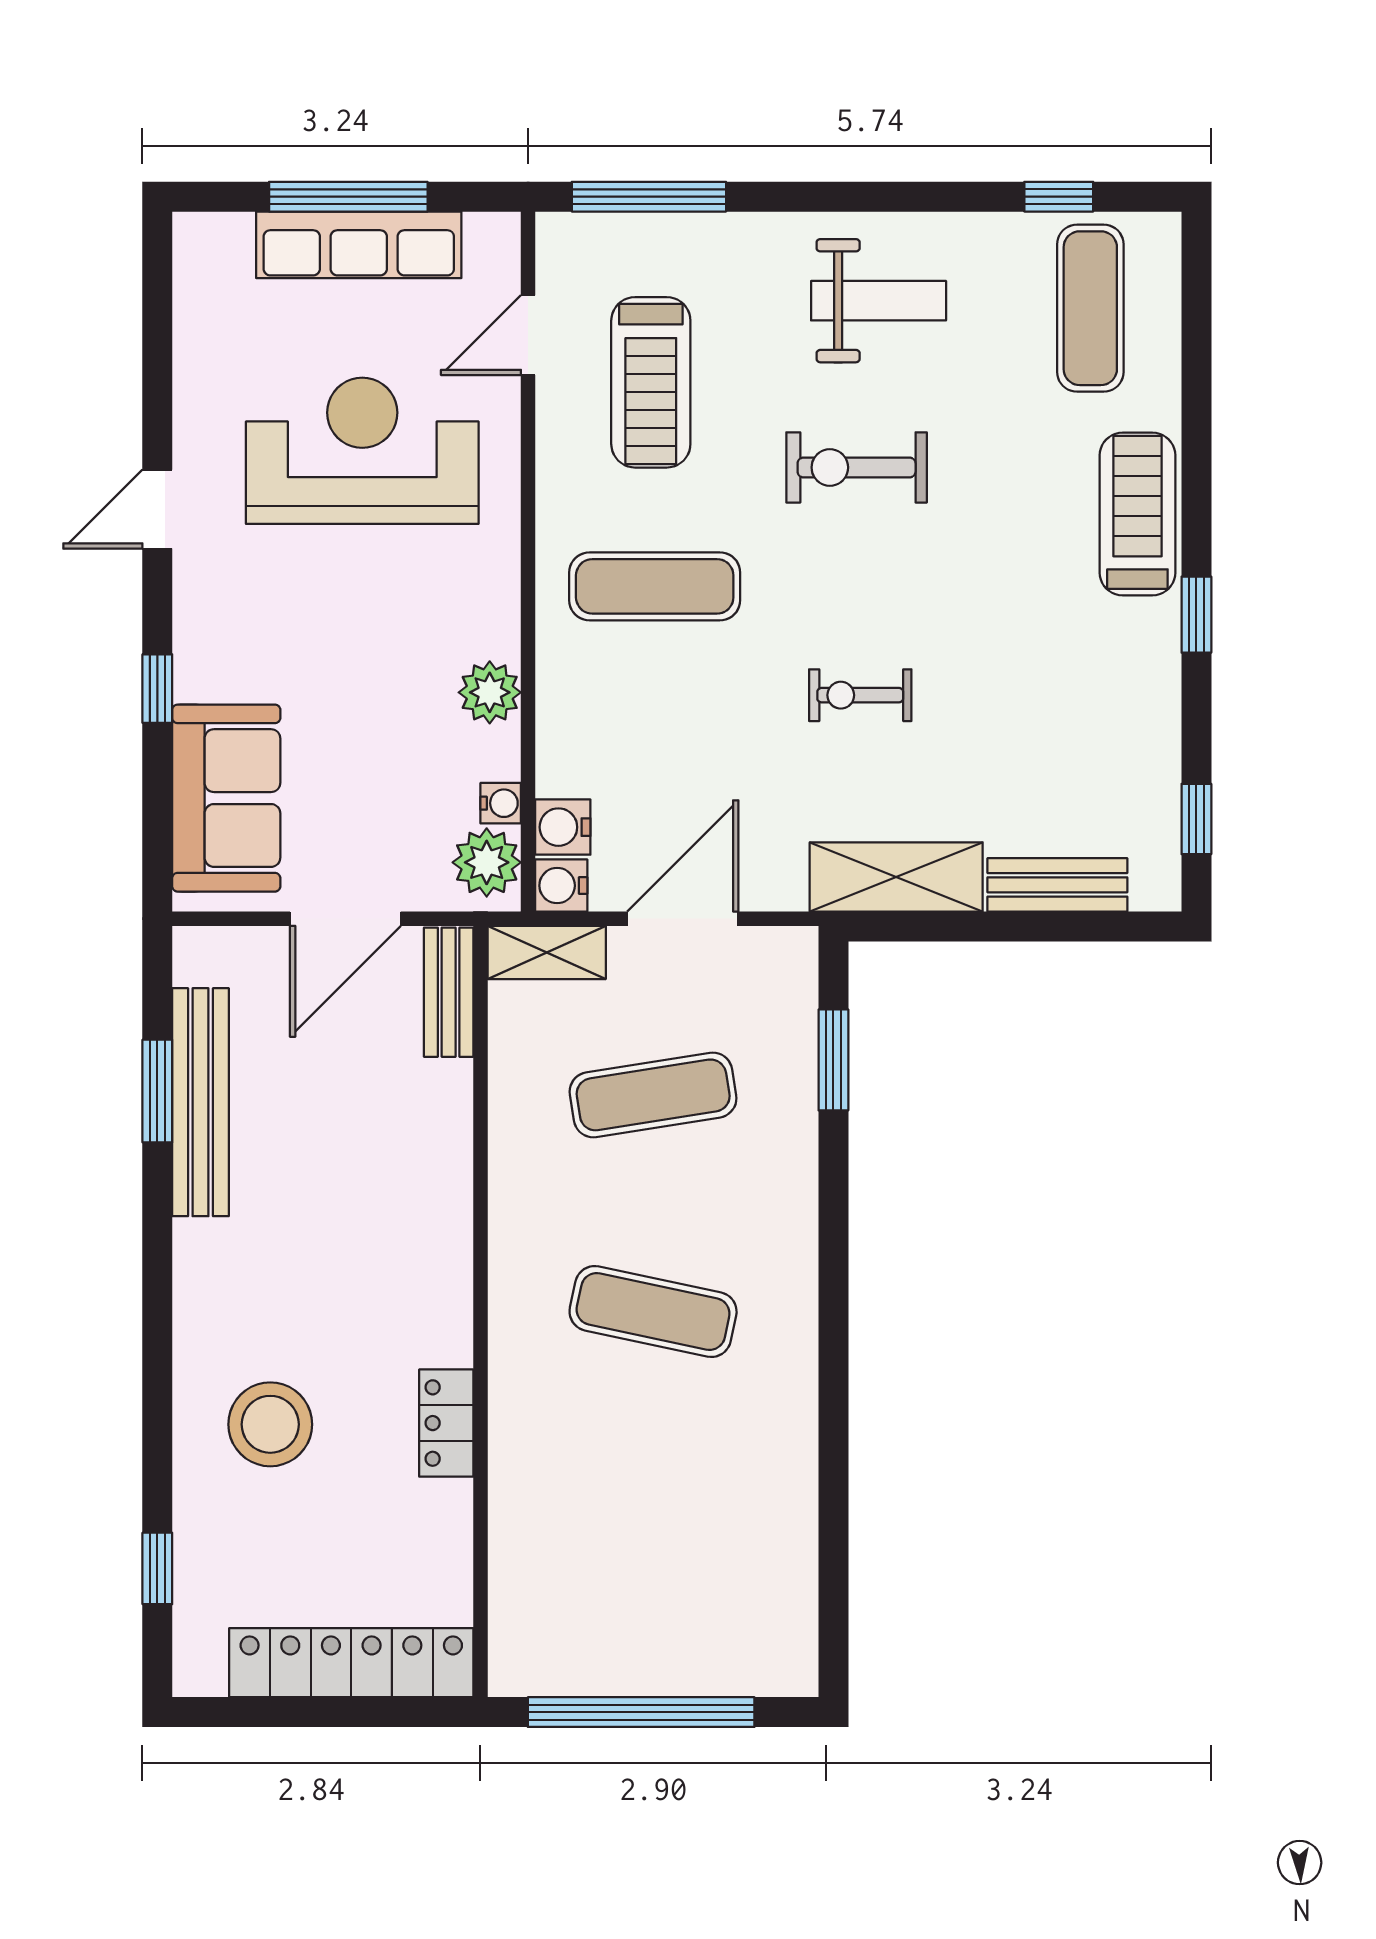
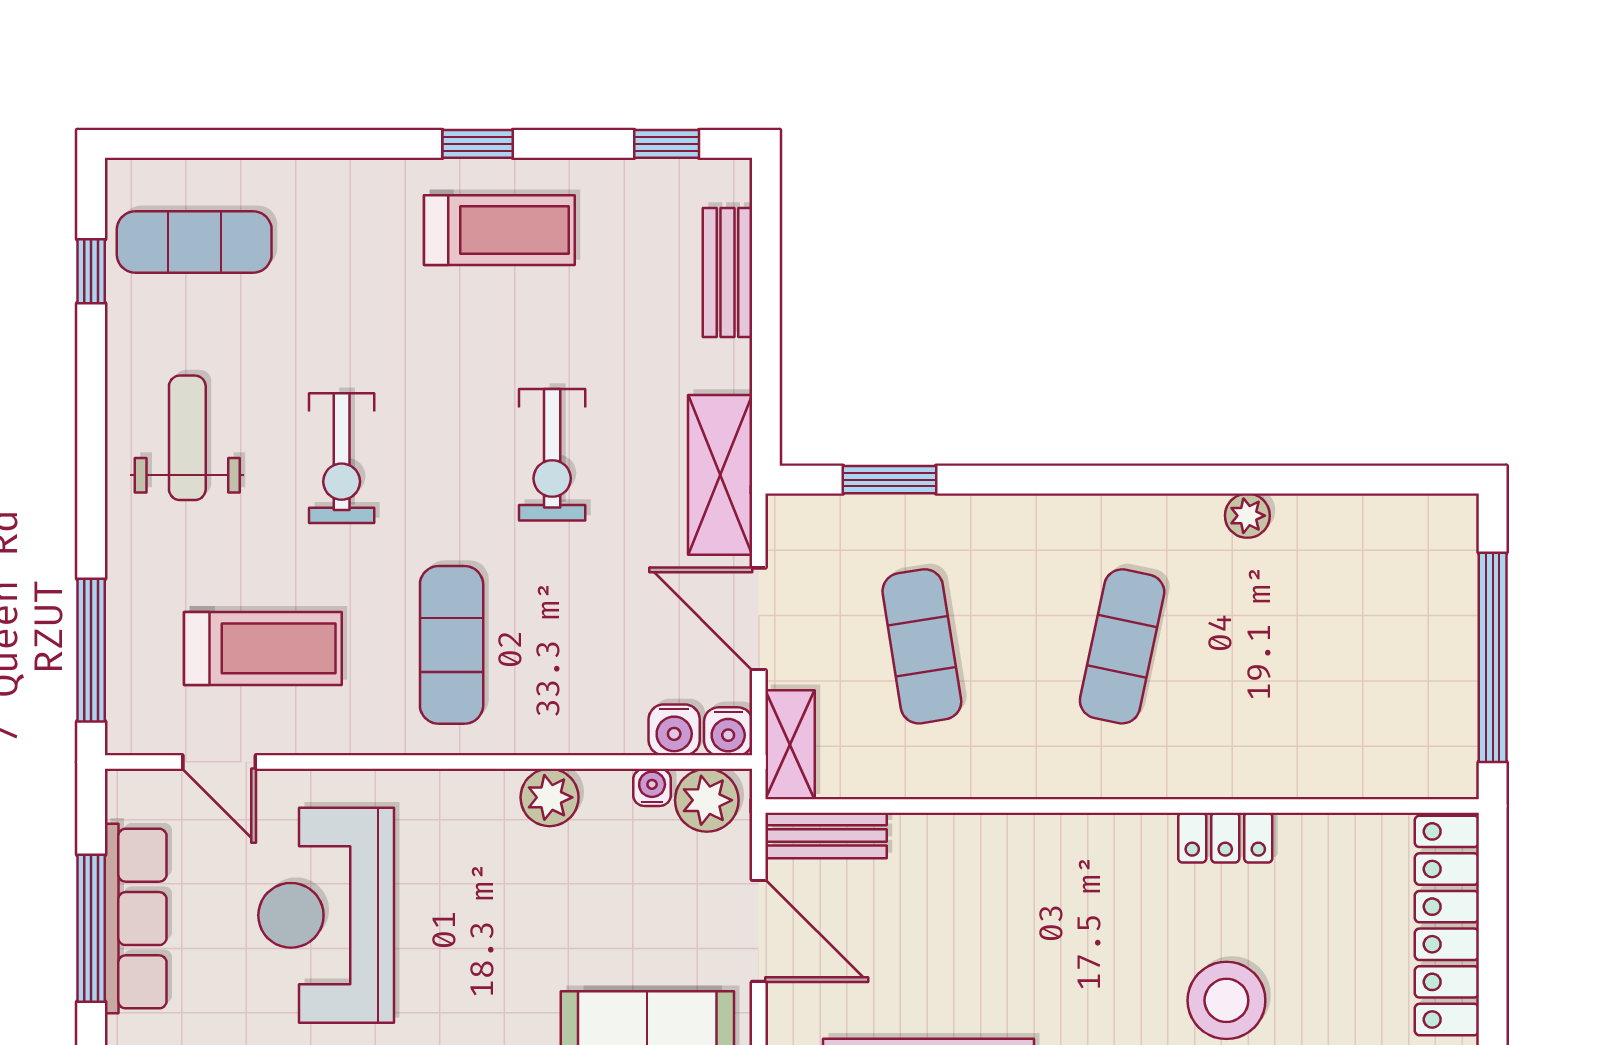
treadmill: (1137, 514) -> (499, 230), moved, turned 180
exercise bike: (860, 695) -> (552, 455), width x1.38, depth x1.39
shelving: (896, 877) -> (720, 475), moved
plant: (794, 1447) -> (1247, 516), added

